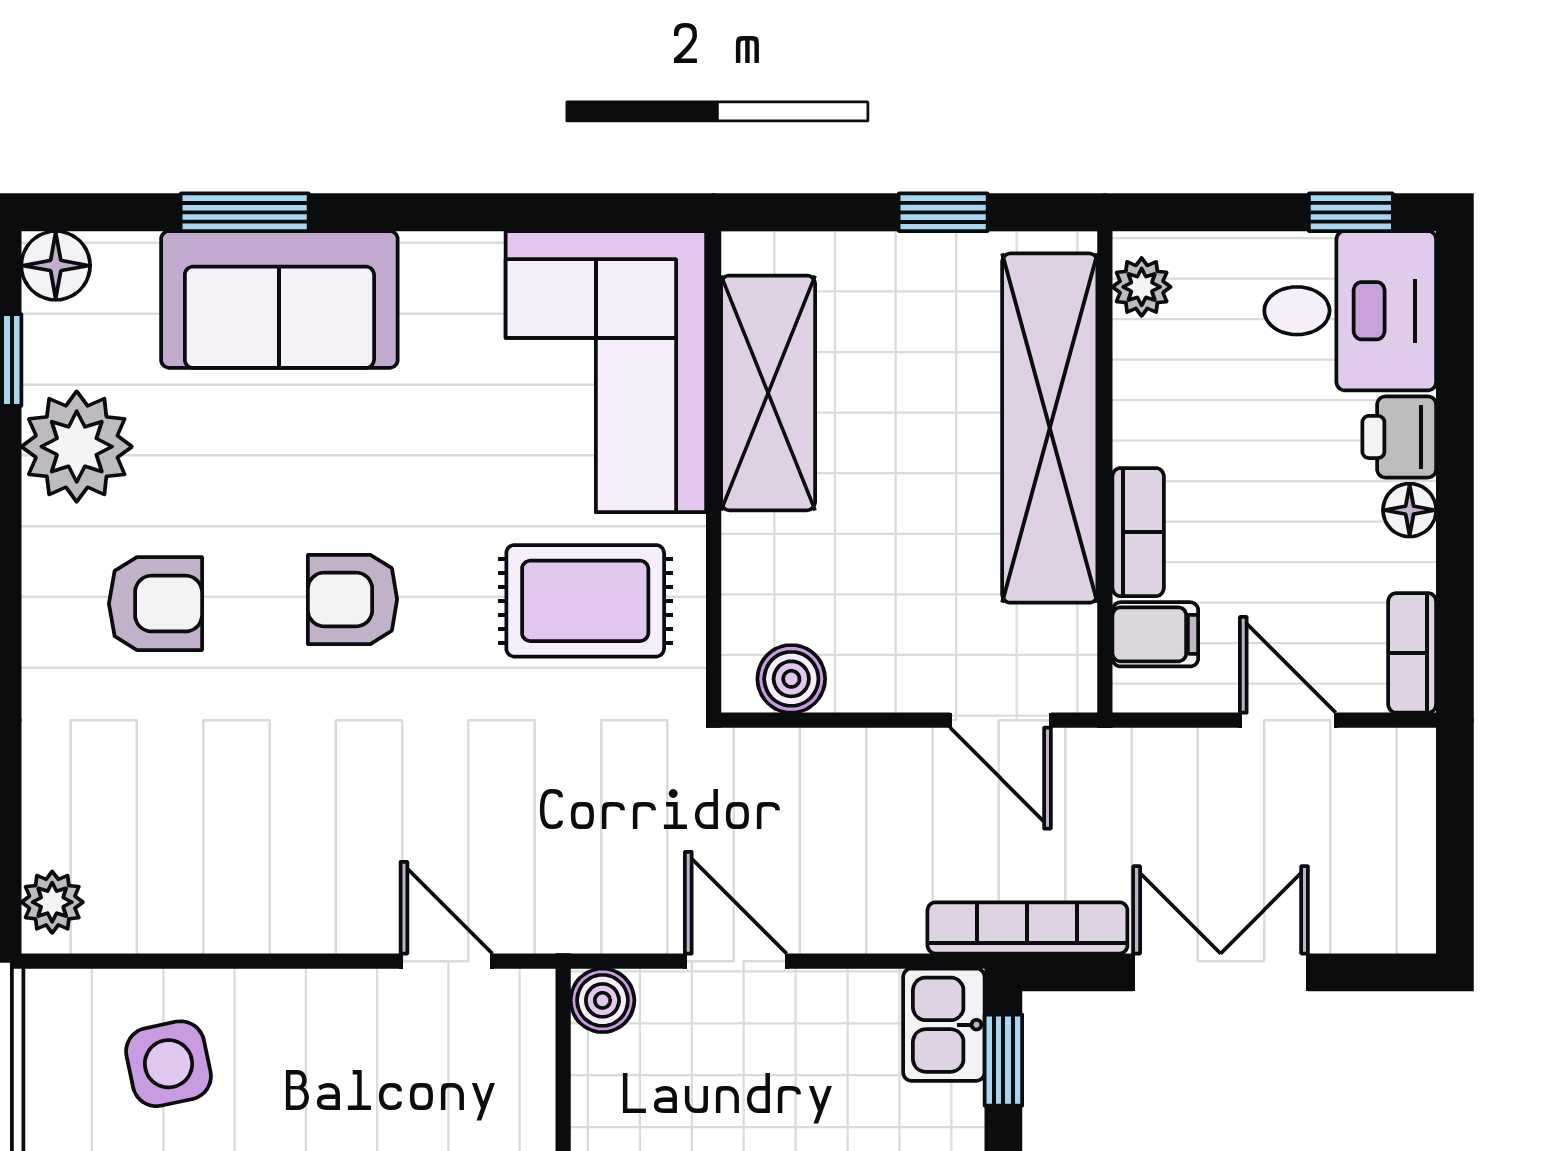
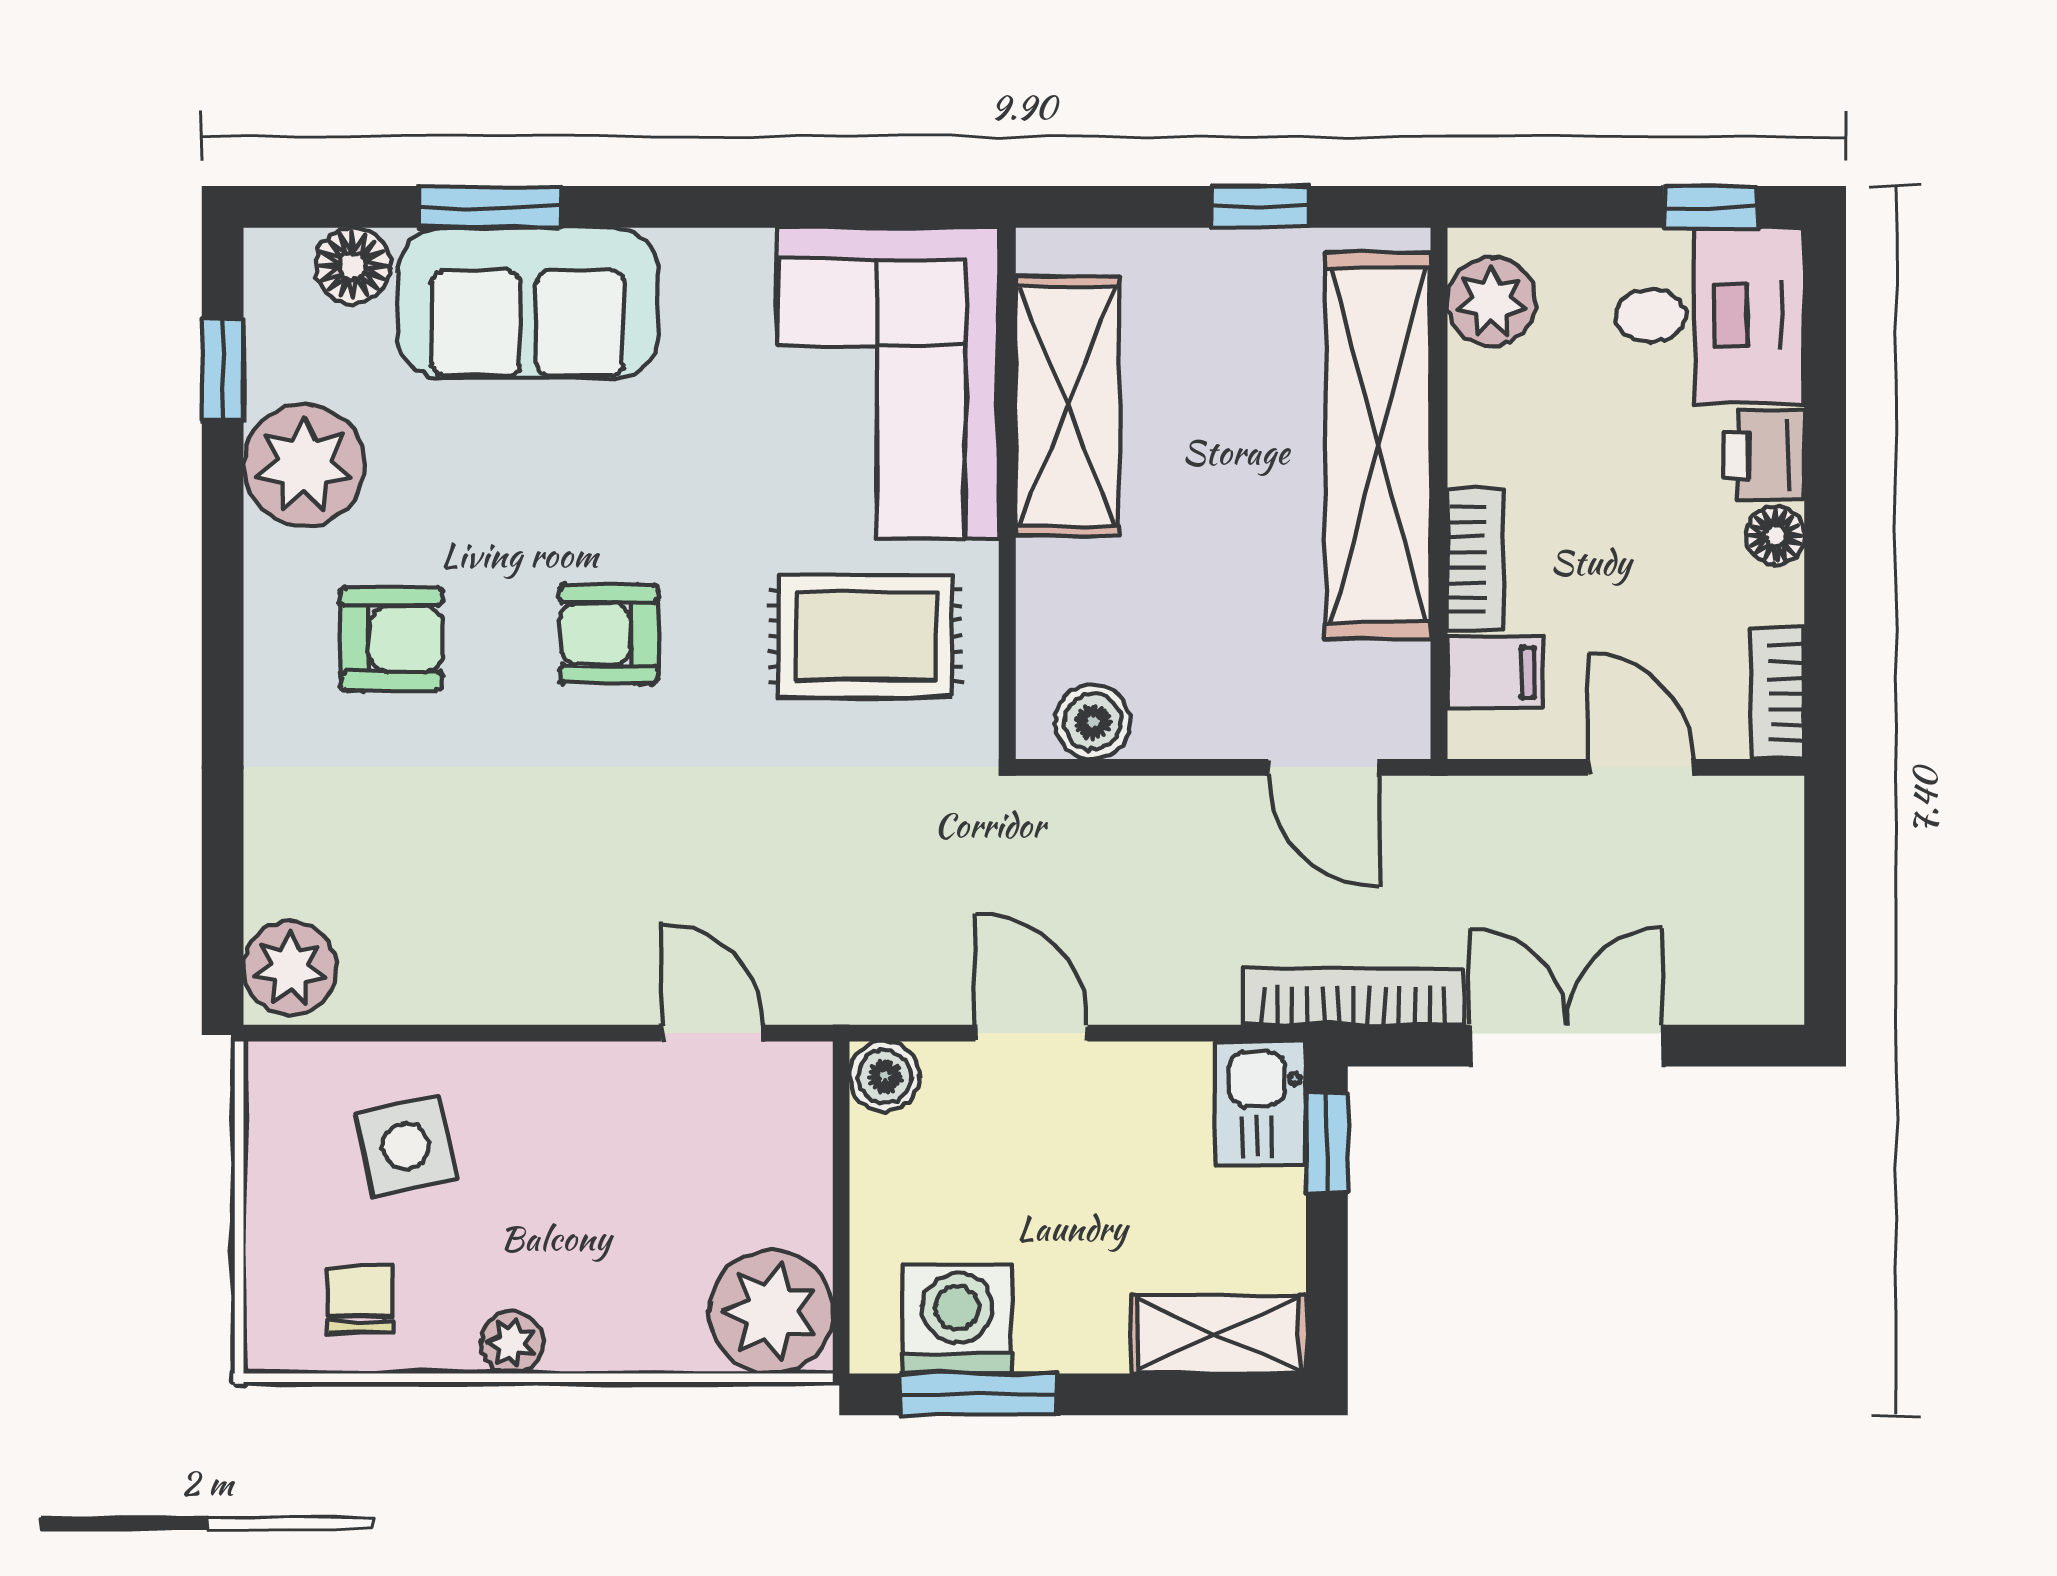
floor lamp: (56, 266) -> (353, 266), moved
plant: (1142, 287) -> (1492, 301), width x1.38, depth x1.38
plant: (52, 902) -> (290, 968), width x1.38, depth x1.38

